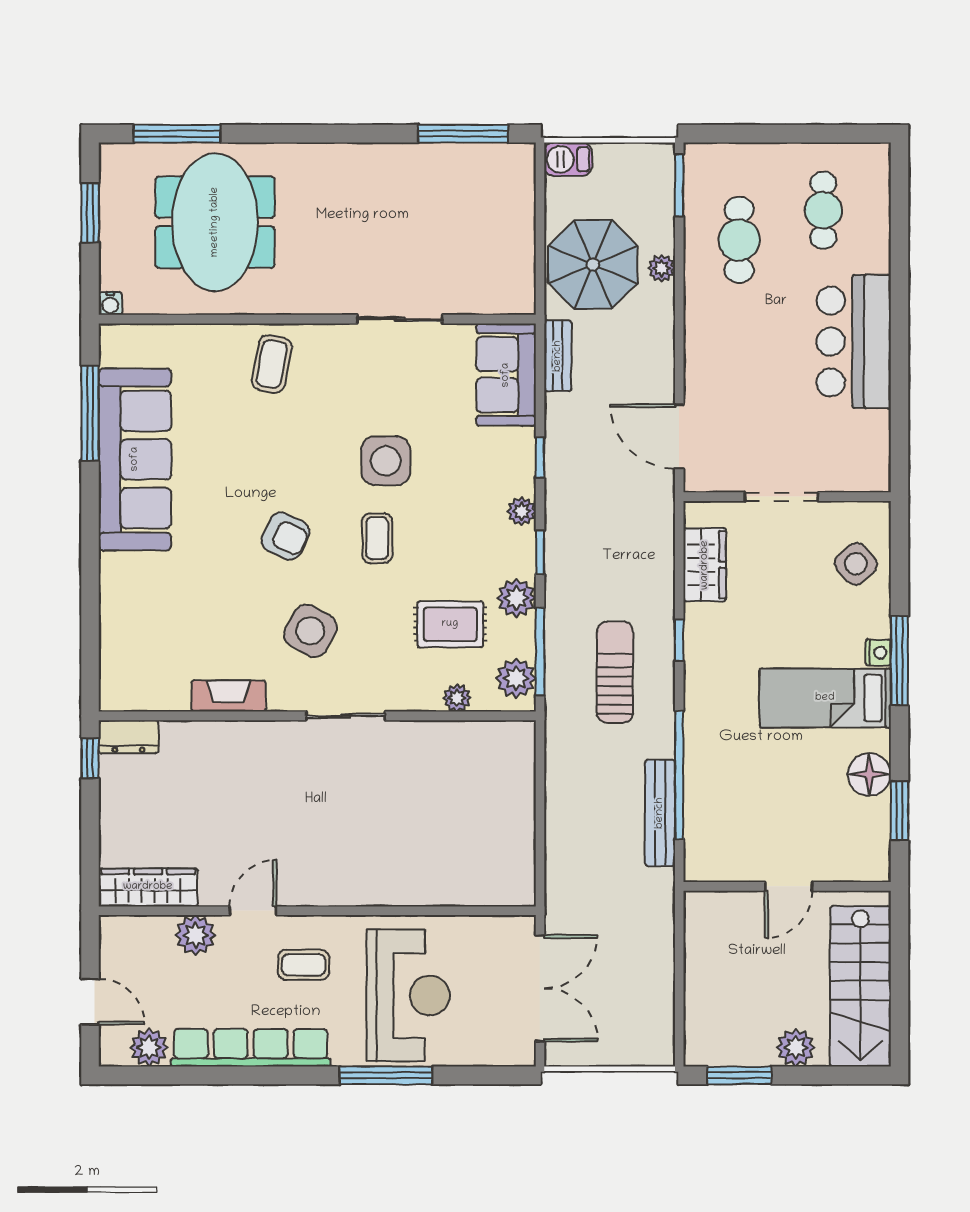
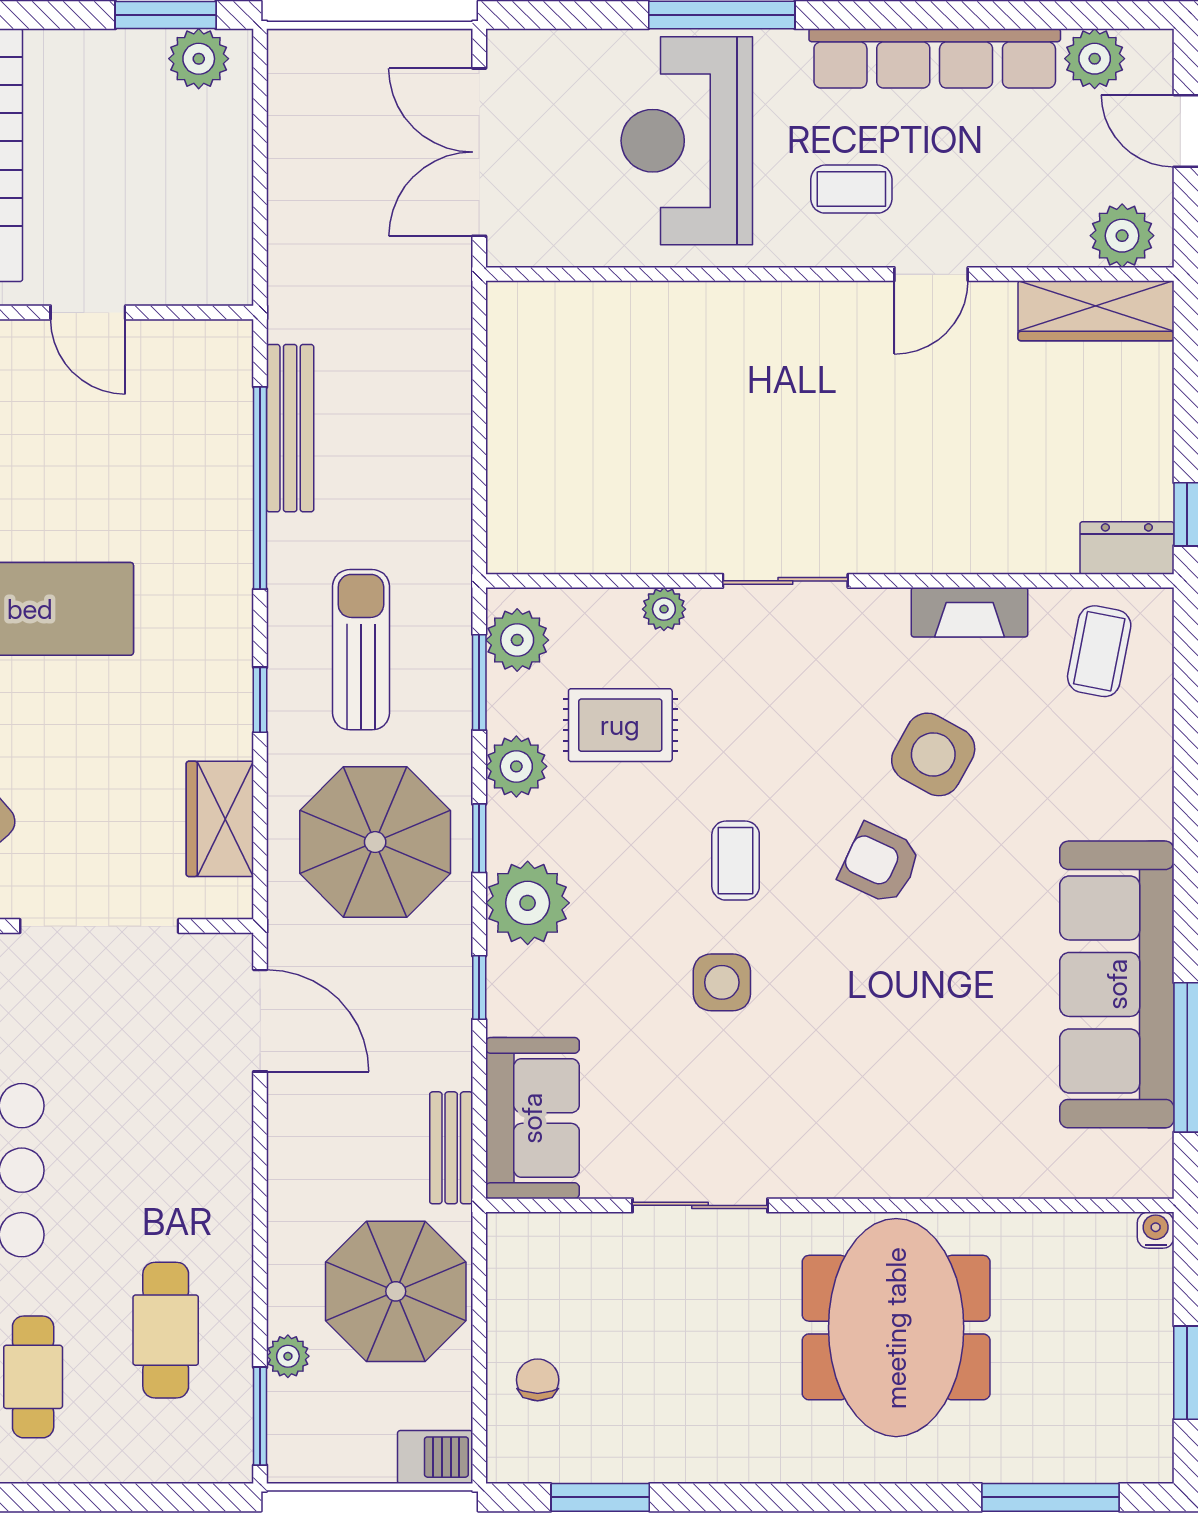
window: (463, 134) -> (600, 1497), width x0.69
chair: (503, 208) -> (538, 1380), added
meeting table: (215, 222) -> (896, 1328), moved
plant: (661, 268) -> (288, 1356), moved
coffee table: (272, 364) -> (1099, 651), moved
side table: (386, 461) -> (722, 982), width x0.73, depth x0.73
doorway: (781, 497) -> (99, 926), width x1.36
plant: (522, 511) -> (528, 903), width x1.87, depth x1.87
parasol: (606, 550) -> (375, 842), added
side table: (310, 631) -> (933, 754), moved
window: (540, 651) -> (479, 682), width x0.69
sun lounger: (615, 672) -> (361, 650), turned 180
plant: (457, 698) -> (664, 609), moved
door: (789, 886) -> (88, 312), swing flipped
plant: (195, 935) -> (1122, 236), moved
plant: (796, 1048) -> (199, 59), moved

